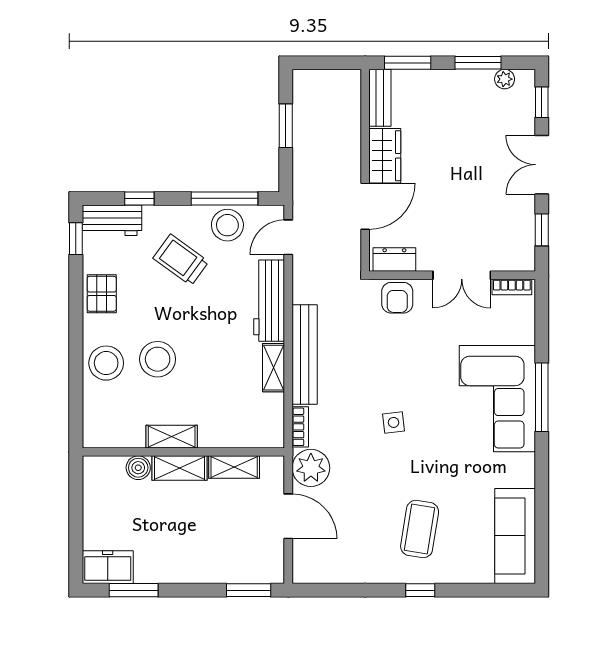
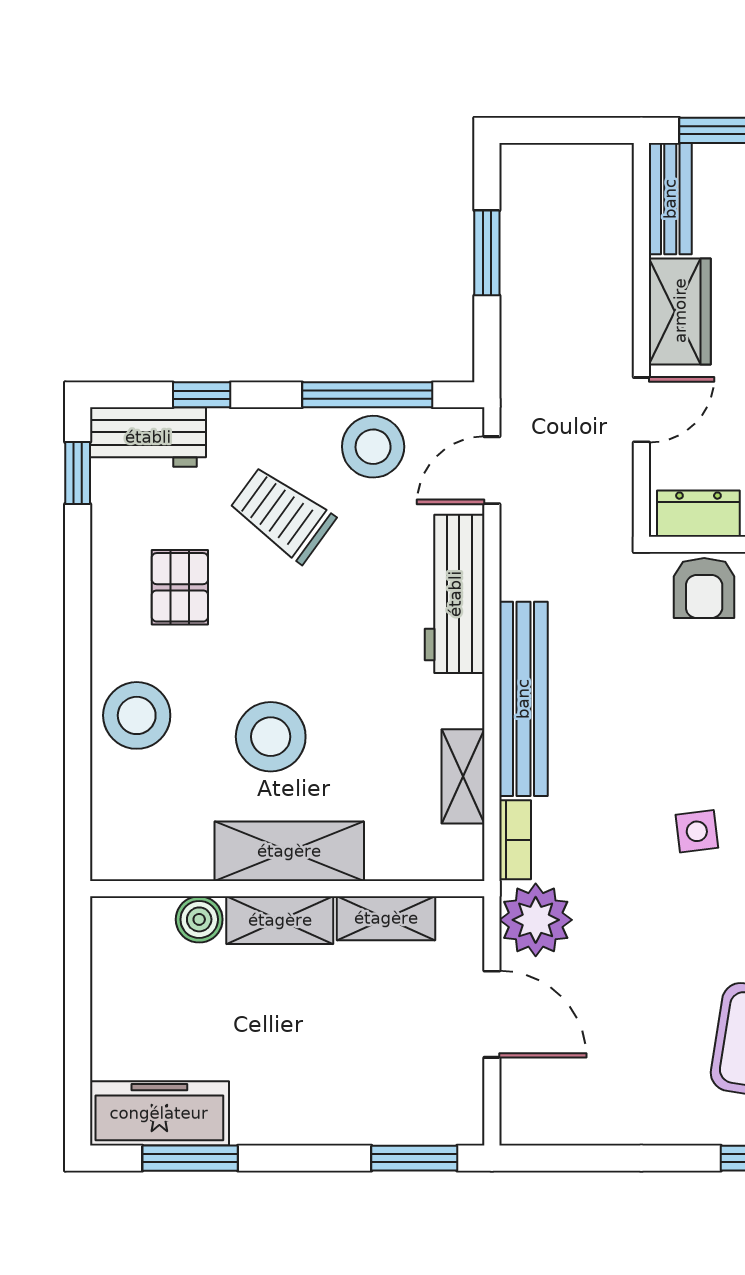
door: (365, 206) -> (641, 410), width x0.73
pallet: (102, 294) -> (180, 587), moved
stool: (158, 359) -> (271, 737), moved
shelving: (274, 368) -> (463, 776), moved
shelving: (172, 437) -> (289, 851), width x1.50, depth x1.33
freezer: (108, 567) -> (159, 1113), width x1.40

